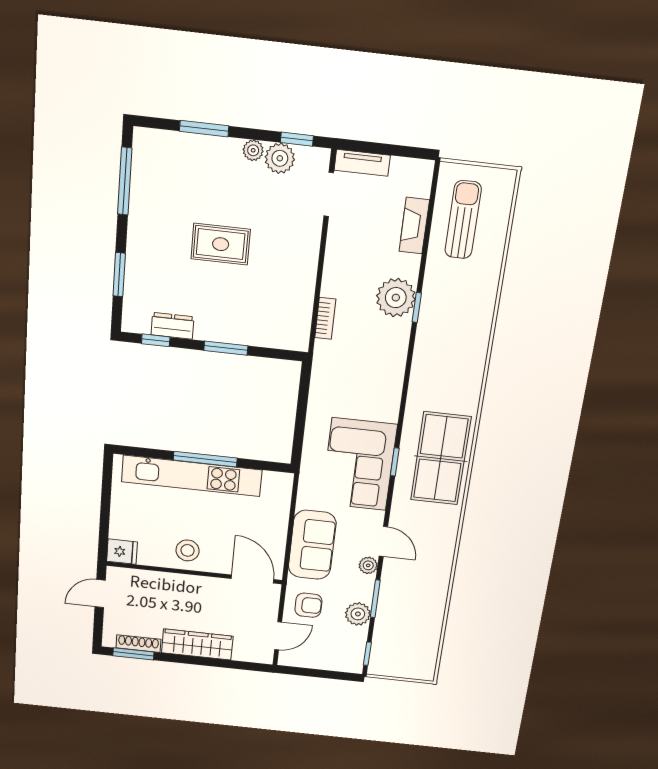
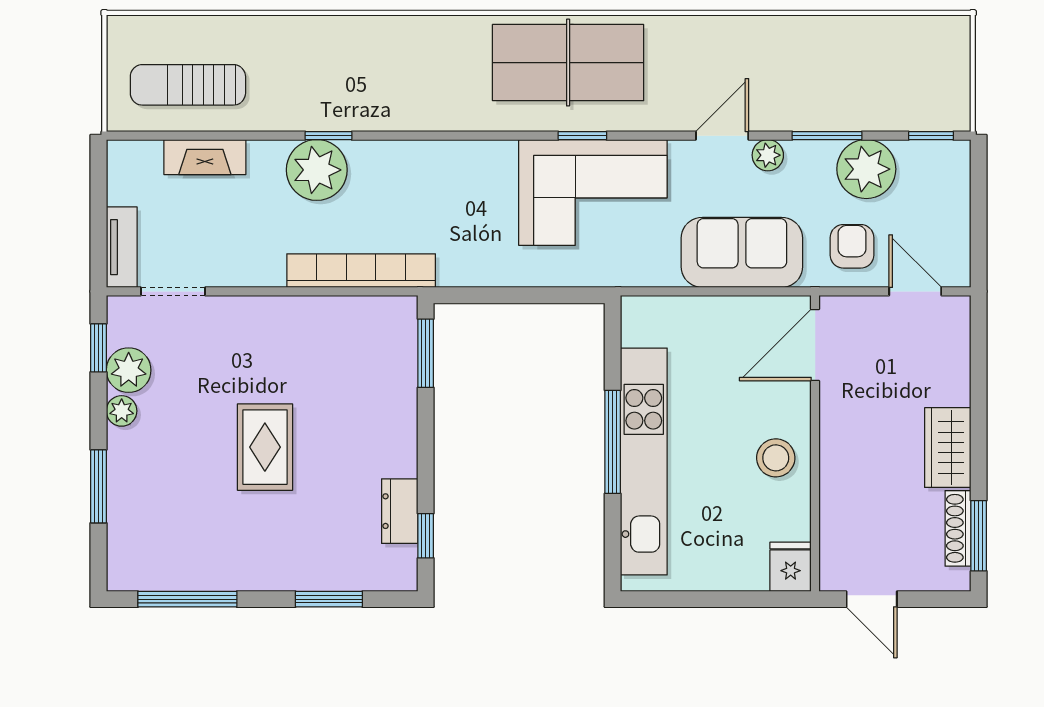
bookcase: (325, 318) -> (361, 271), width x2.31, depth x1.31
window: (226, 348) -> (426, 353), moved
plant: (358, 614) -> (866, 169), width x1.36, depth x1.36
wardrobe: (197, 644) -> (948, 448), width x0.67

